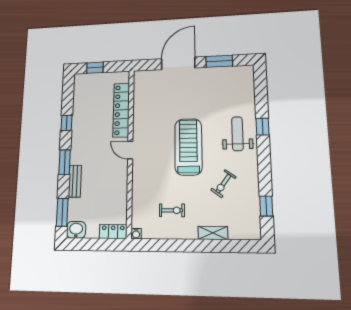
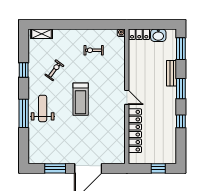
window: (262, 127) -> (24, 113), width x2.17
weight bench: (237, 134) -> (43, 108), turned 180
treadmill: (188, 147) -> (81, 99), width x0.73, depth x0.73
window: (266, 206) -> (24, 70), moved
washbasin: (76, 230) -> (158, 35), moved
shelving: (213, 233) -> (42, 34), moved

